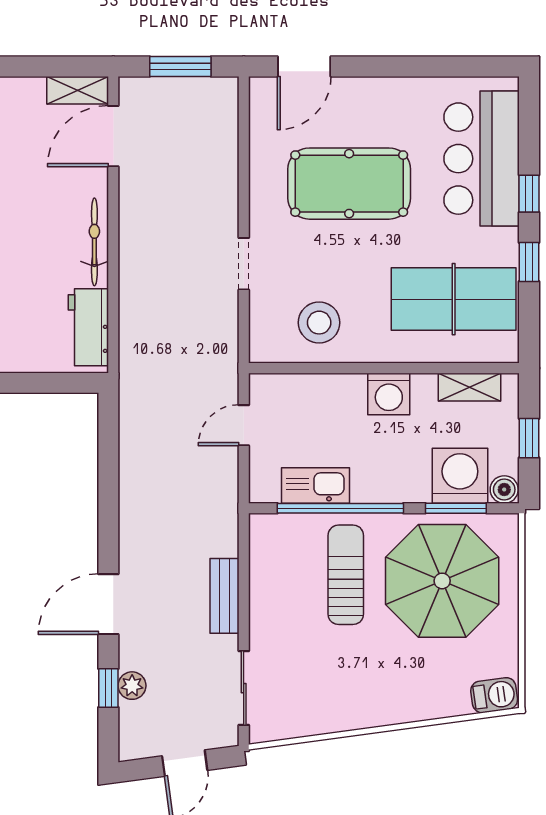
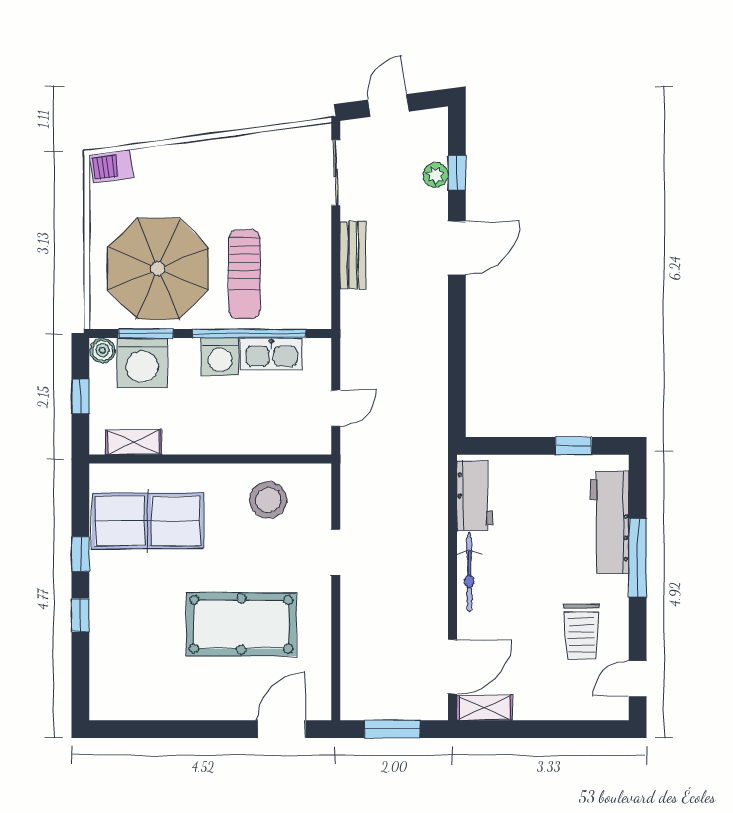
bar counter: (482, 159) -> (123, 647), removed
washing machine: (389, 394) -> (220, 357), moved, turned 180

